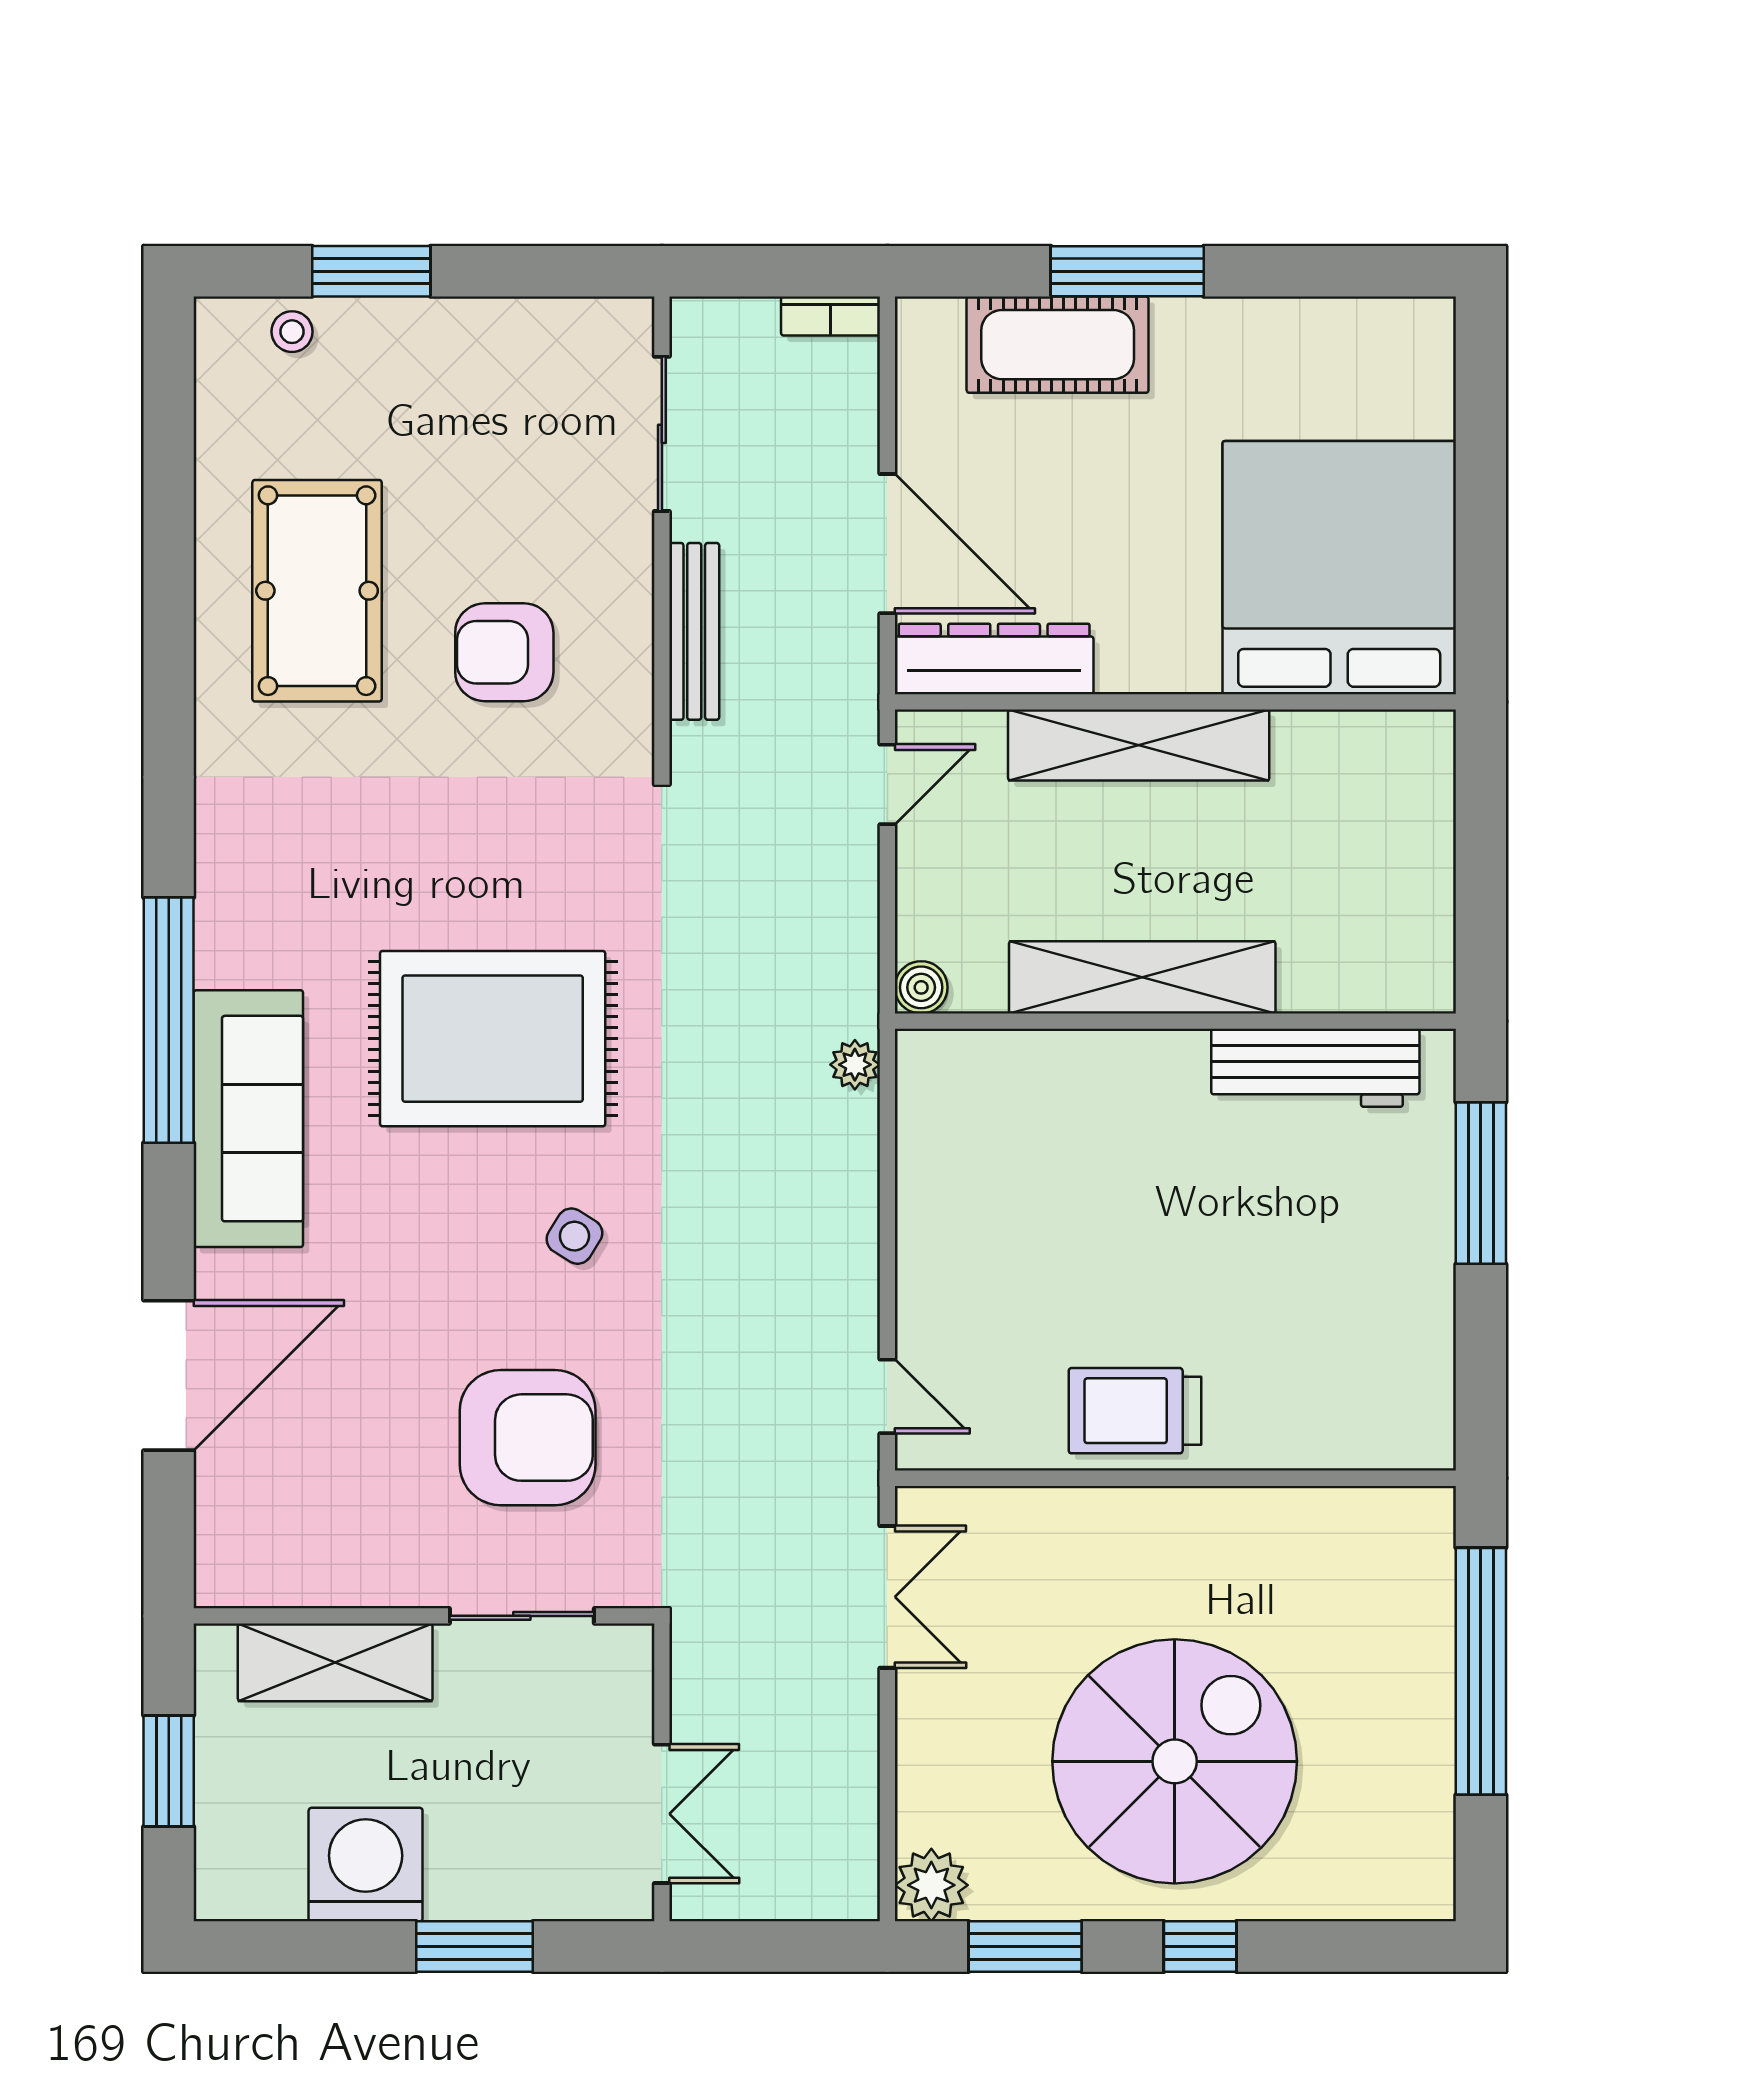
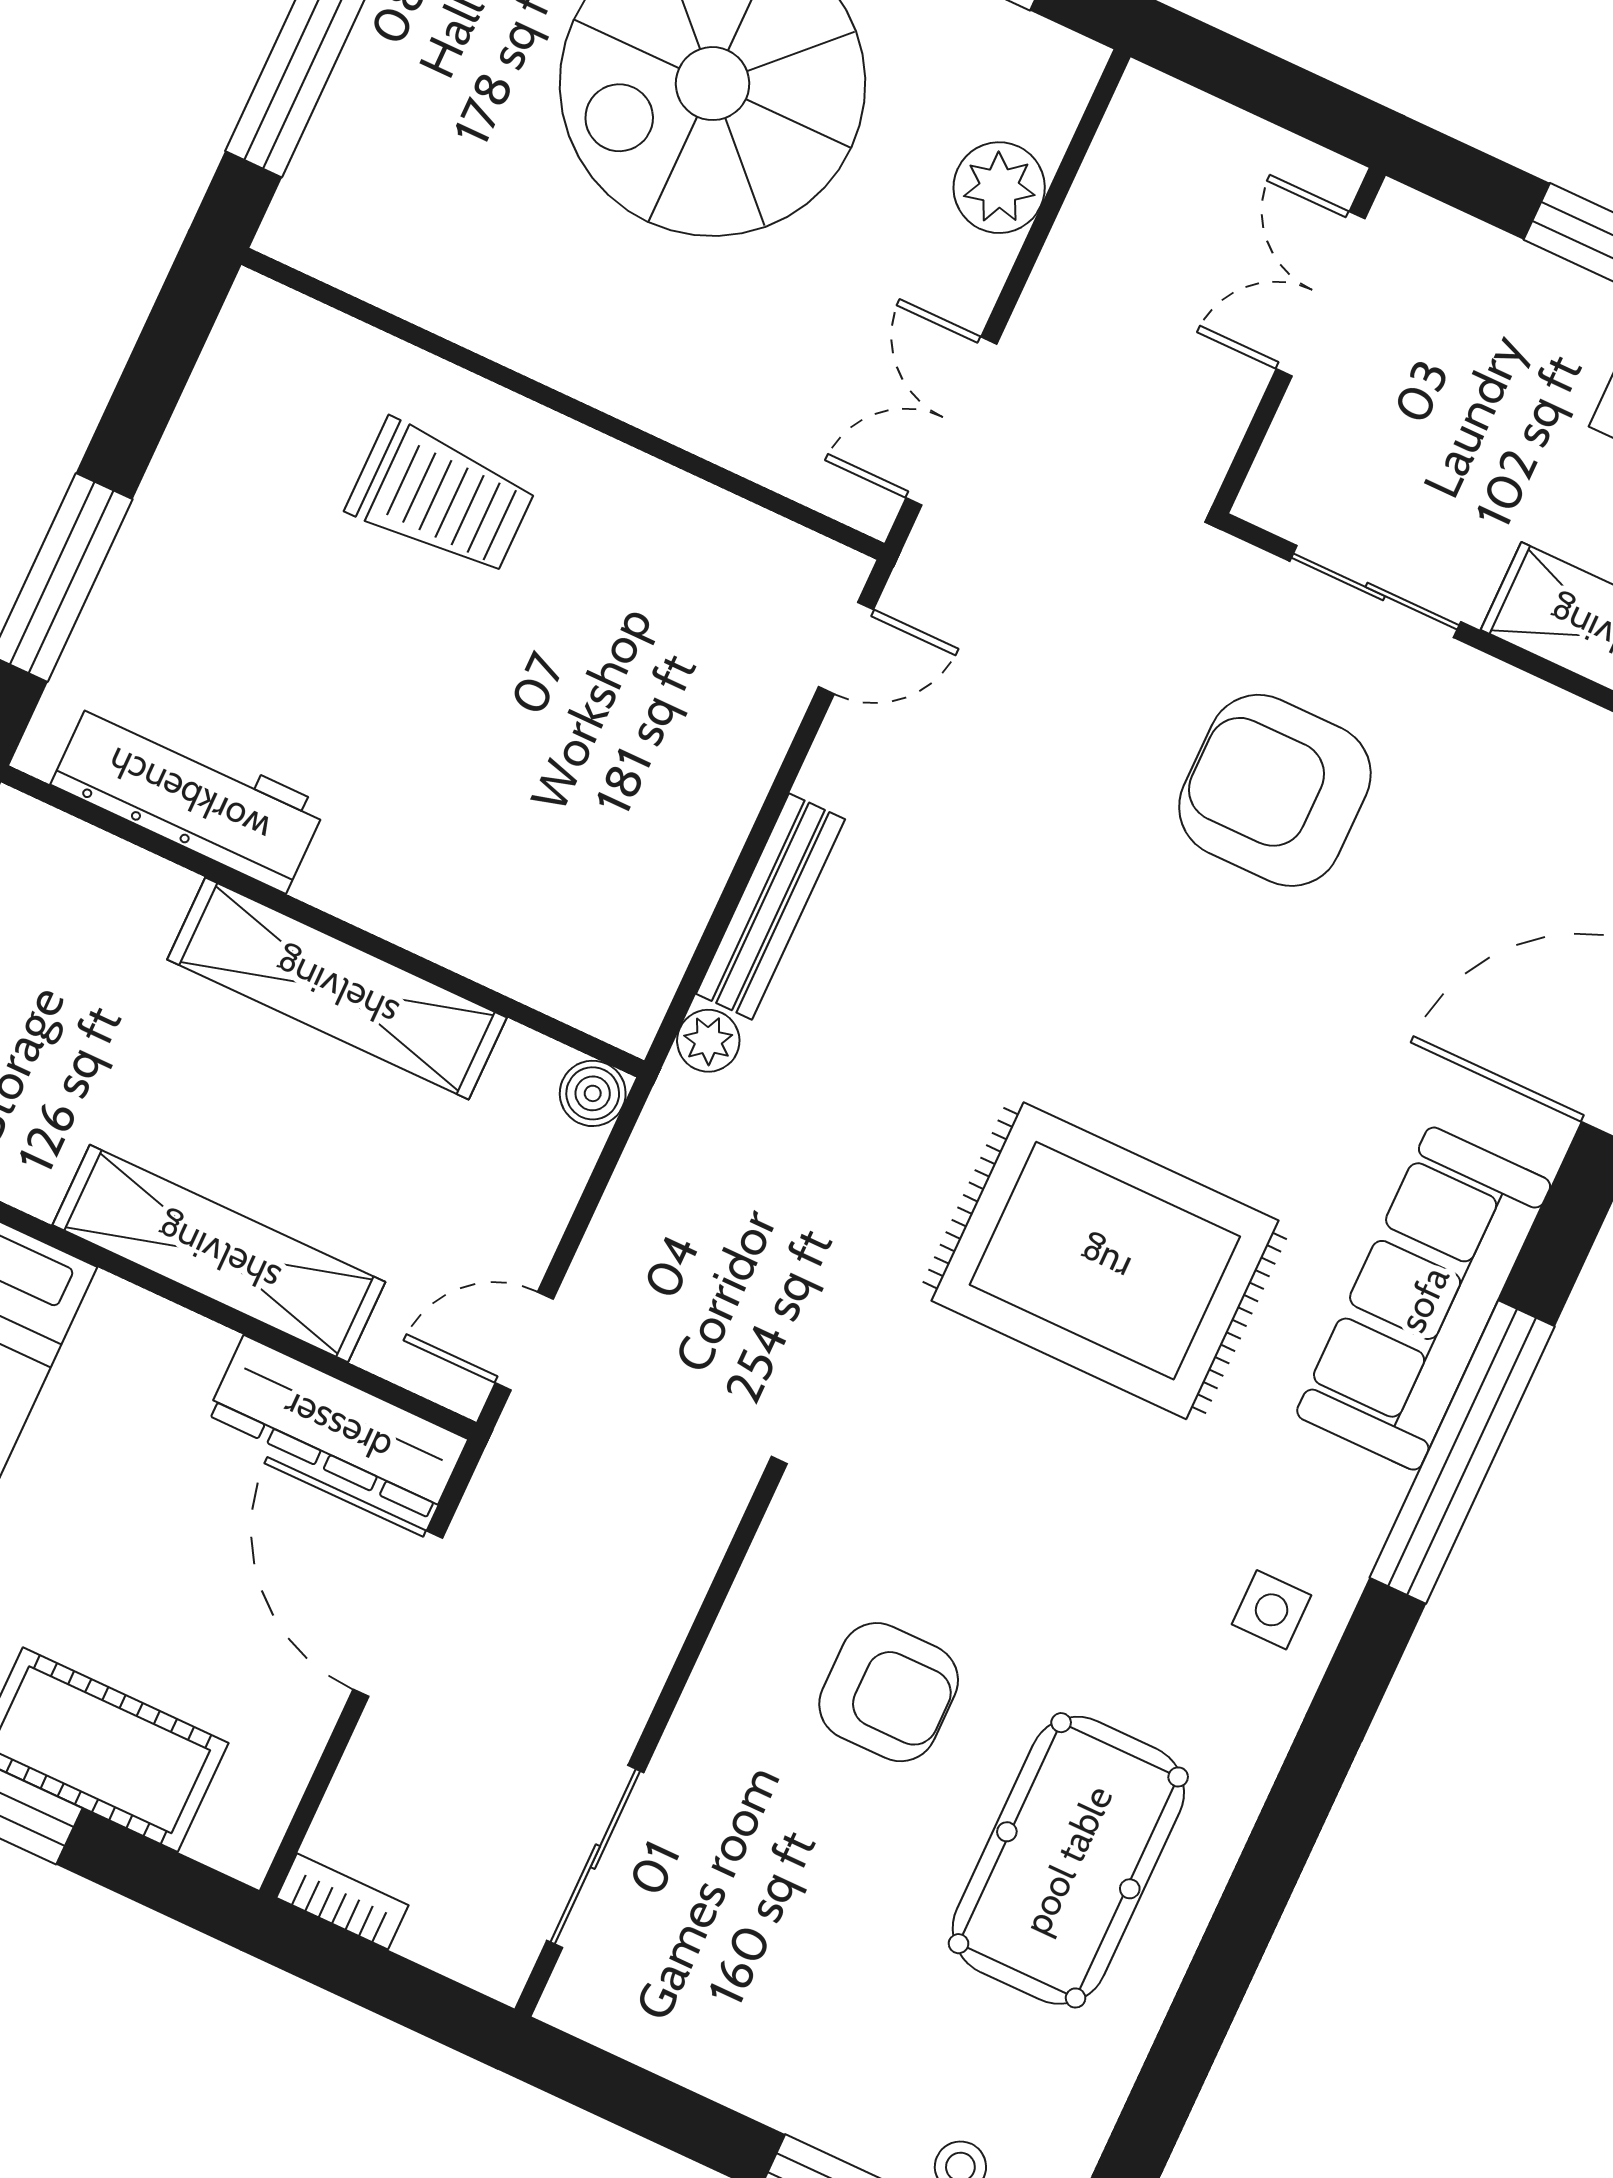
bench: (694, 631) -> (770, 906), moved
side table: (574, 1236) -> (1272, 1610), moved, turned -32
door: (887, 1396) -> (846, 648), swing flipped
trolley: (1135, 1411) -> (441, 498), moved
plant: (931, 1885) -> (999, 188), moved

